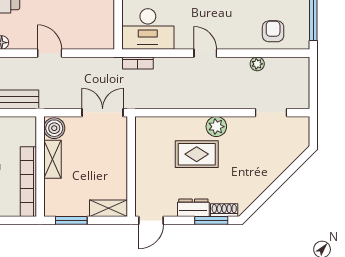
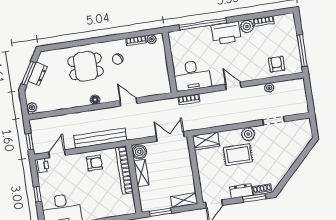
doorway: (271, 113) -> (273, 121), moved
wardrobe: (154, 127) -> (206, 141), added
bookcase: (28, 182) -> (124, 170), moved

